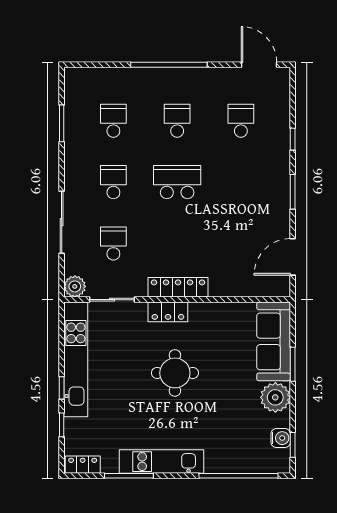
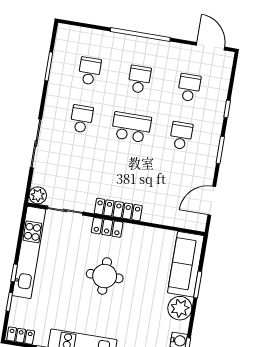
school desk: (113, 244) -> (181, 136), moved

